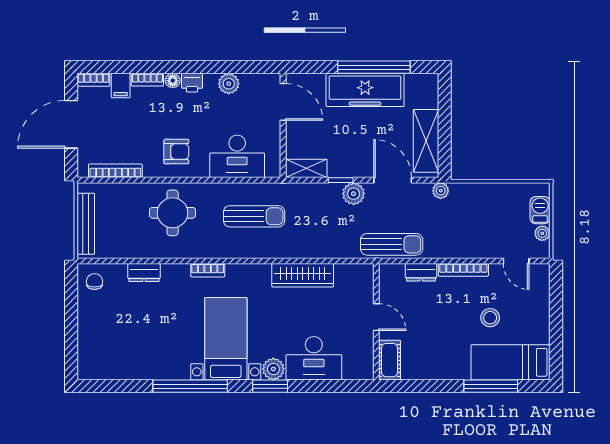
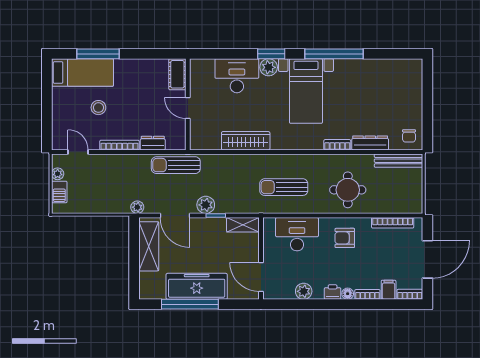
bench: (86, 224) -> (399, 161), moved, turned 90
bookcase: (208, 270) -> (337, 145), moved
dresser: (144, 273) -> (370, 143), width x1.44

